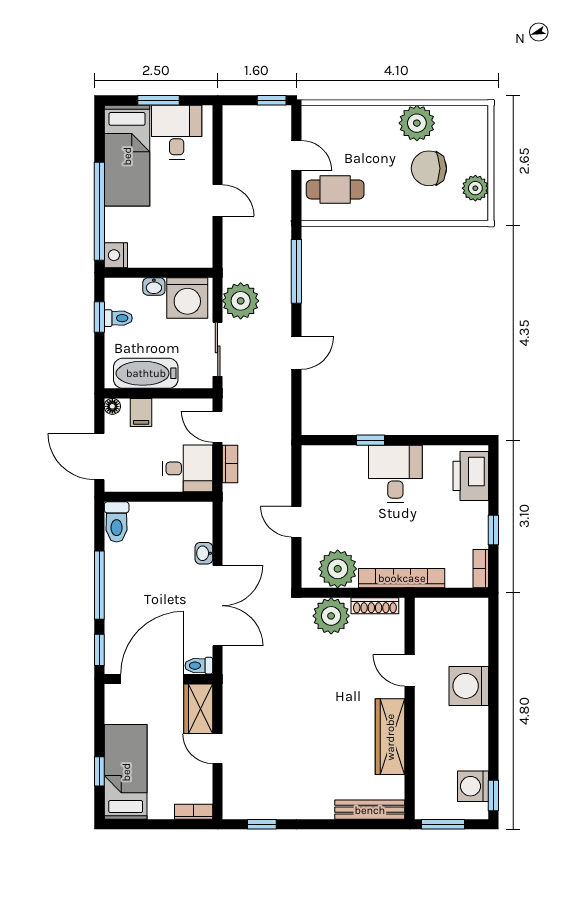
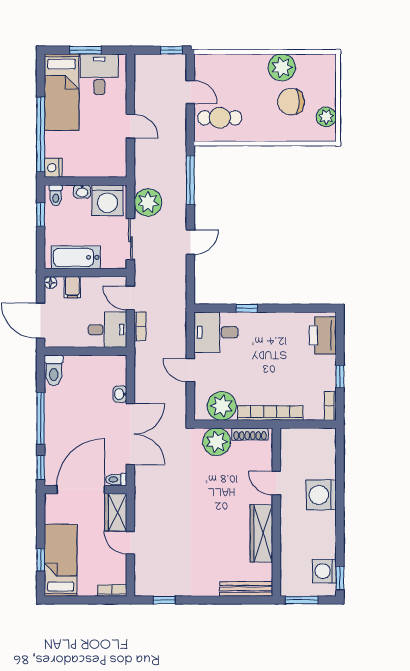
toilet: (118, 318) -> (56, 195), moved, turned 90
desk: (395, 474) -> (216, 332), moved, turned -90

